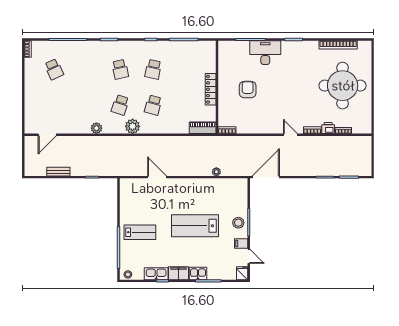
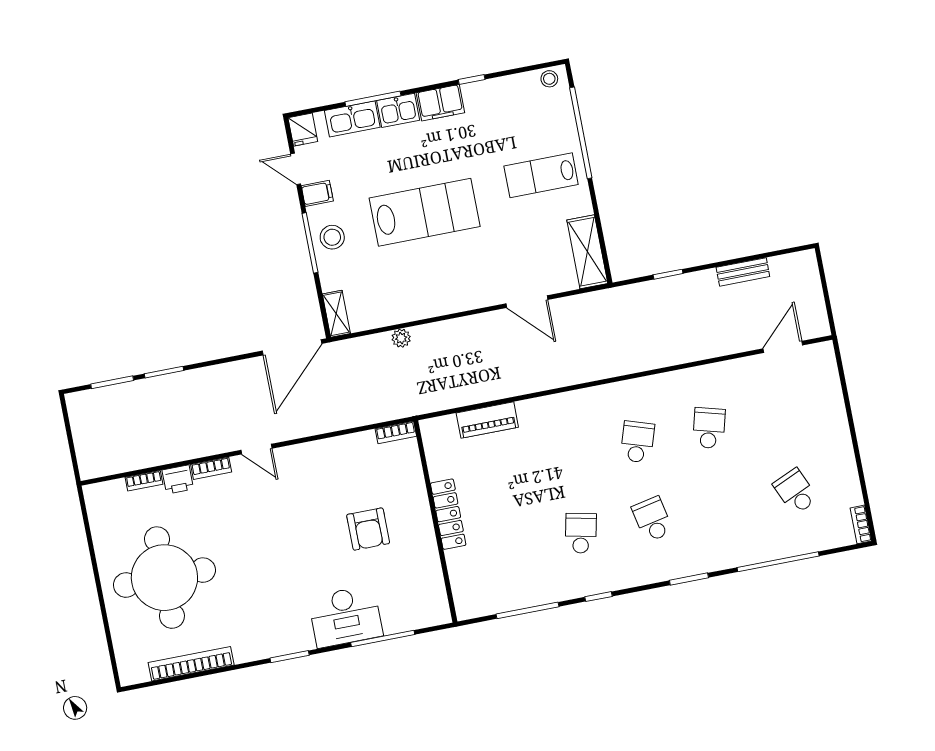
school desk: (153, 105) -> (709, 428), moved
plant: (133, 126) -> (602, 401), removed
plant: (96, 128) -> (679, 382), removed
piano: (203, 128) -> (487, 420), moved
shelving: (243, 188) -> (336, 314), added
shelving: (126, 194) -> (587, 252), added
kitchen sink: (156, 274) -> (352, 119), moved

